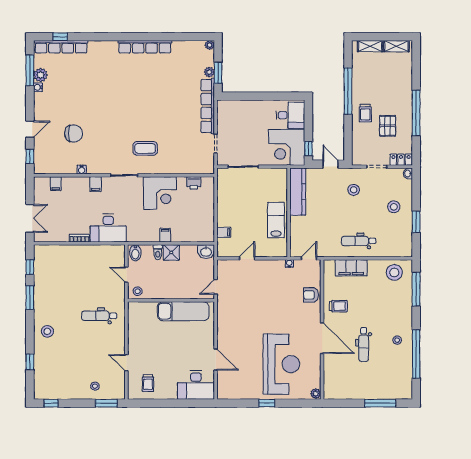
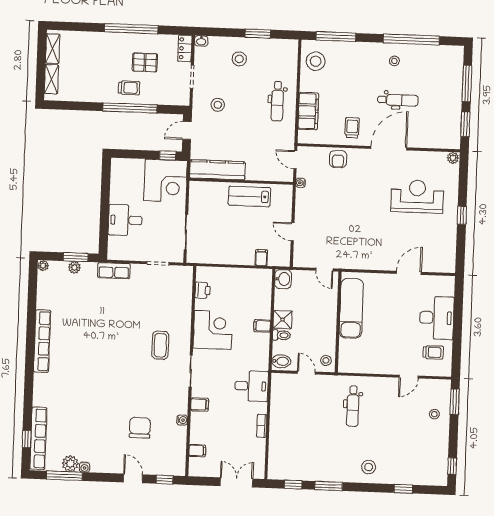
window: (348, 91) -> (130, 108), moved
row of seats: (208, 106) -> (114, 271), width x0.50
desk: (290, 115) -> (125, 220), moved, turned -90
desk: (108, 228) -> (251, 386), width x0.73
door: (126, 275) -> (306, 373), swing flipped
reception desk: (281, 364) -> (417, 196), width x0.74, depth x0.77
desk: (196, 385) -> (437, 318), moved
window: (345, 403) -> (465, 124), added

